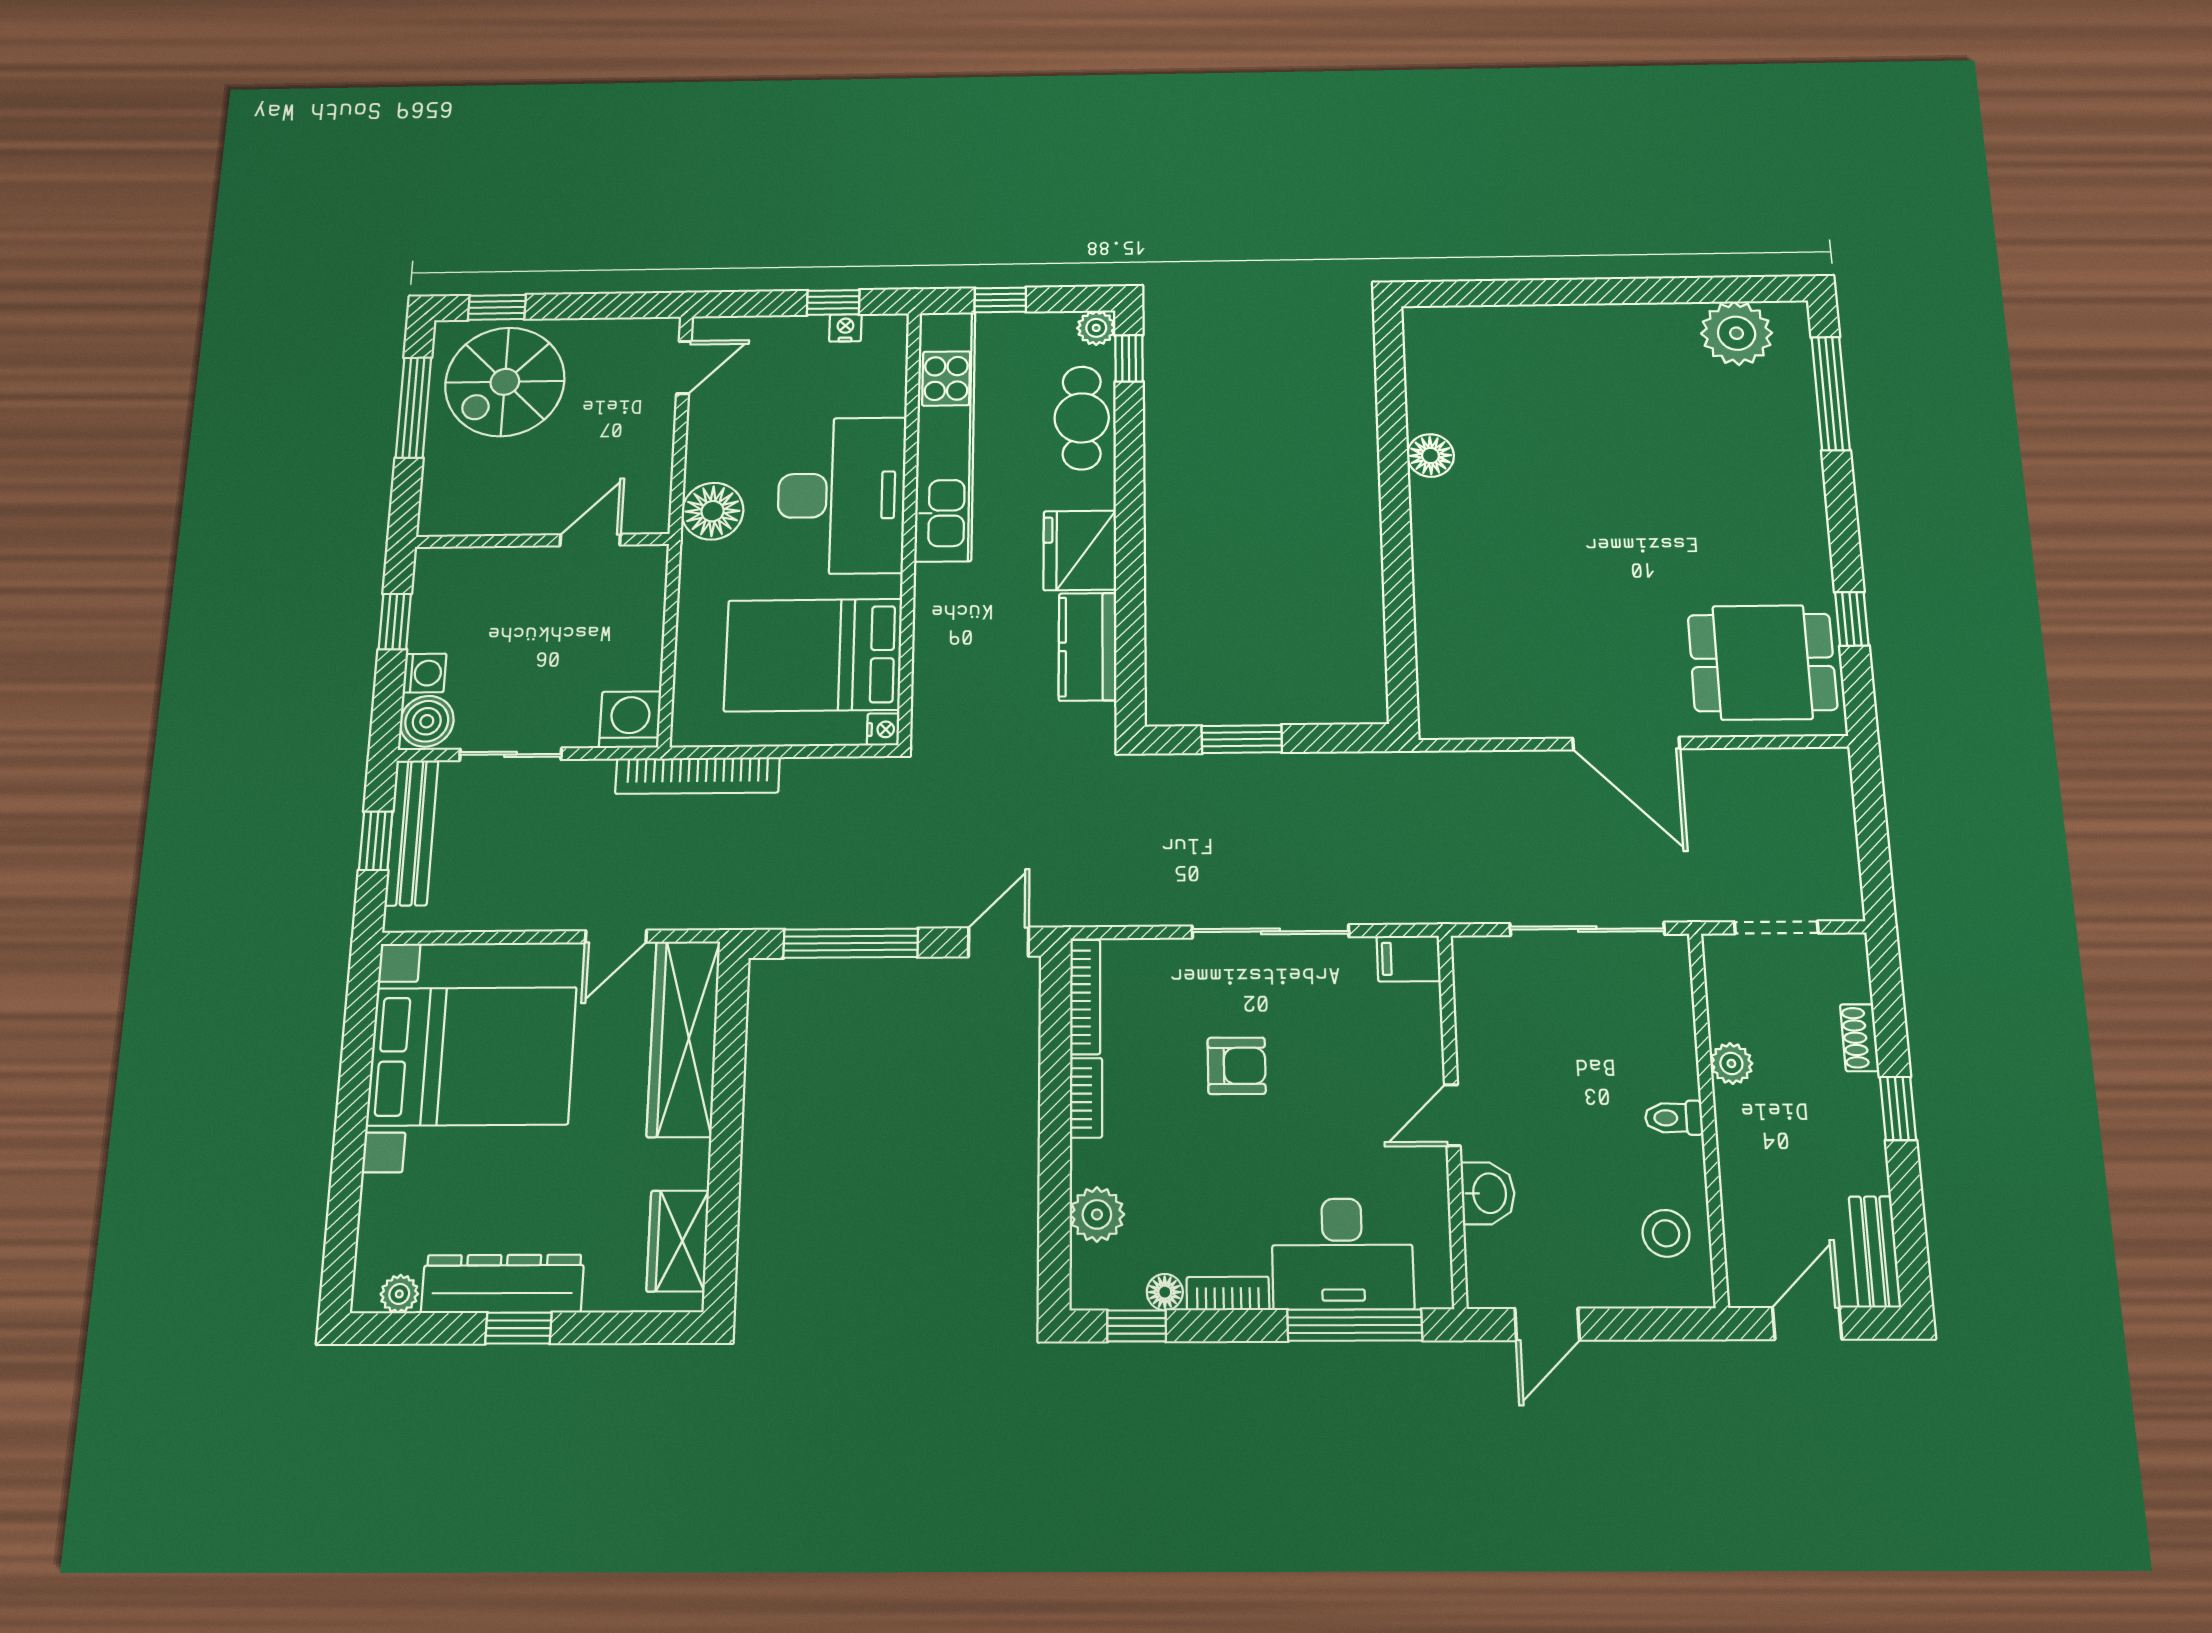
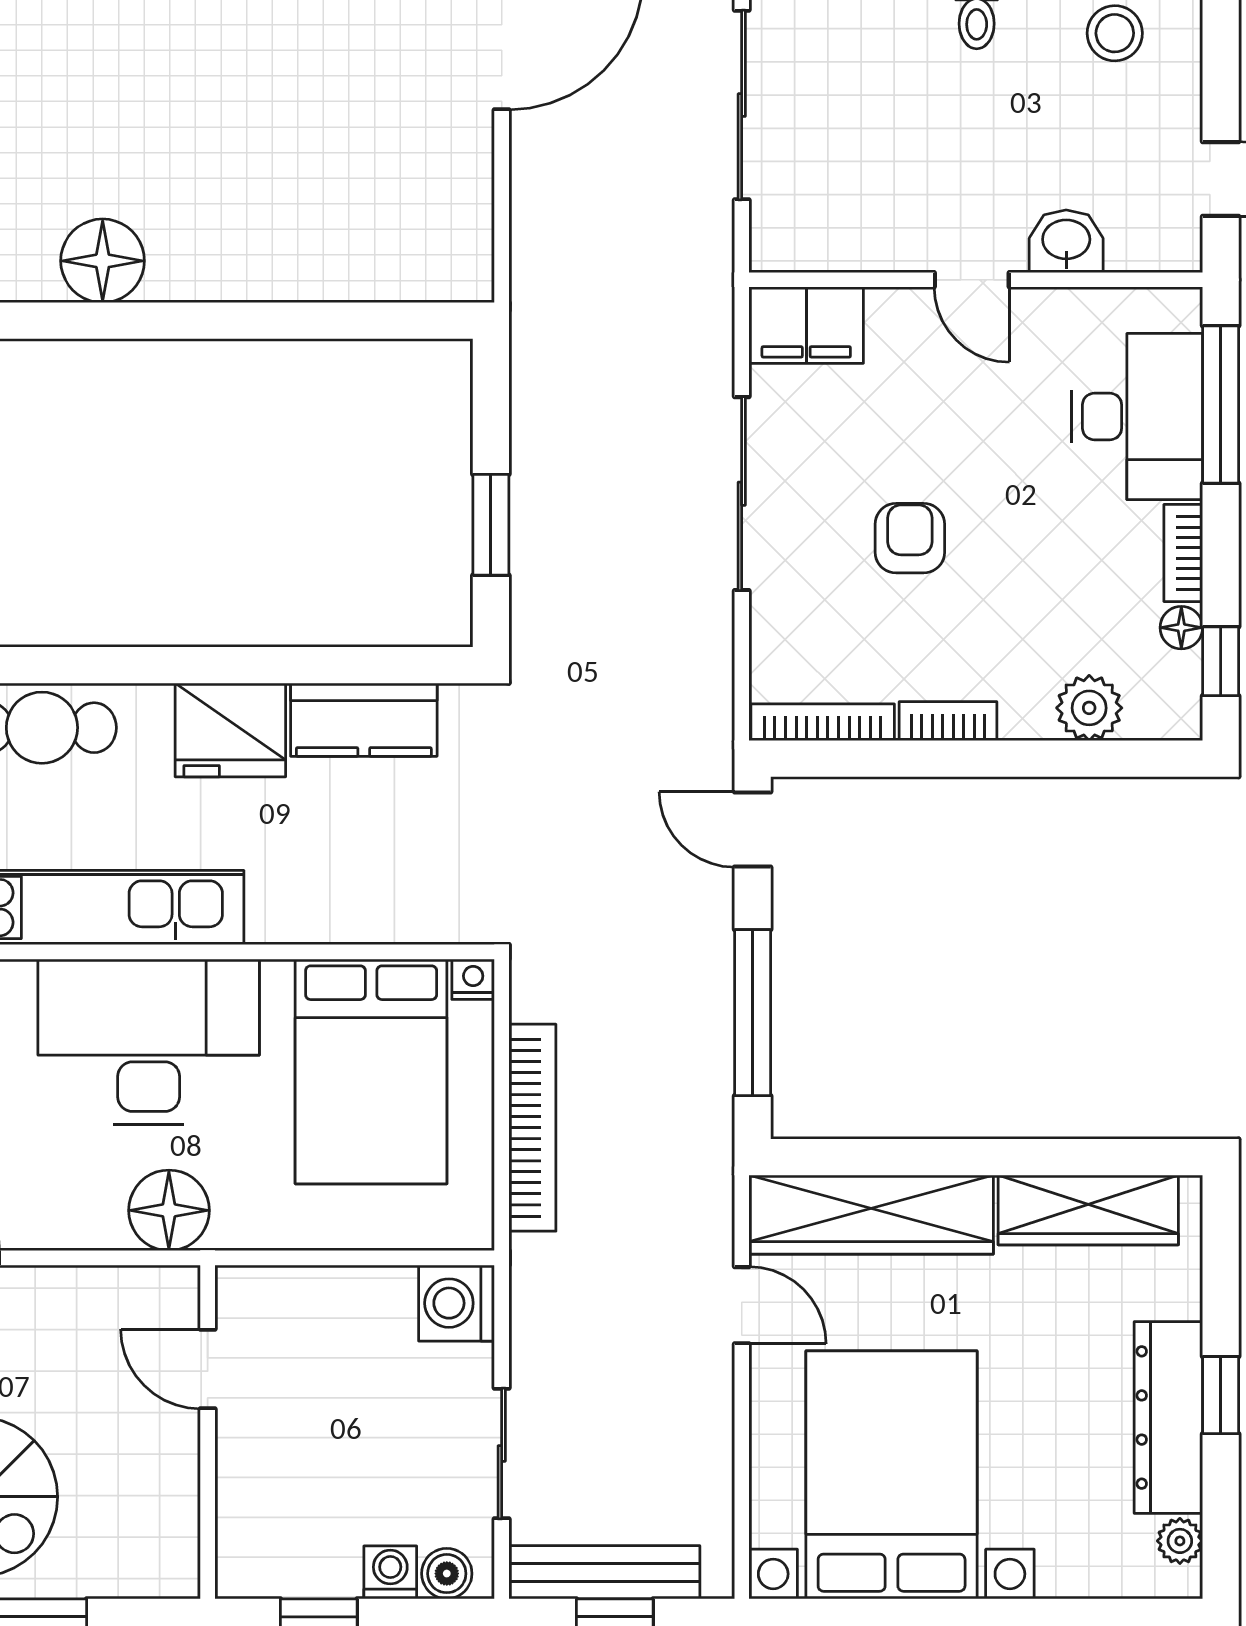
floor lamp: (1430, 456) -> (103, 261), width x1.38, depth x1.38
boiler: (427, 721) -> (447, 1574), width x0.73, depth x0.73
bookcase: (697, 776) -> (532, 1128), moved
filing cabinet: (1409, 959) -> (806, 325), width x2.00
wardrobe: (678, 1241) -> (1088, 1210), width x1.50

